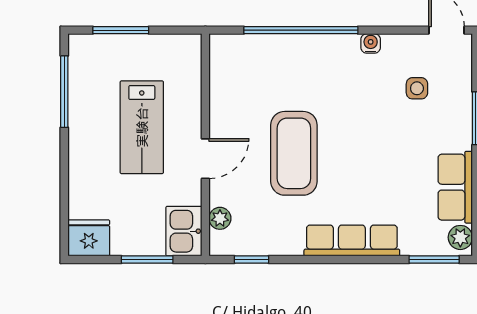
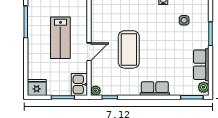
plant: (220, 218) -> (96, 91), moved
row of seats: (352, 240) -> (155, 89), width x0.68

